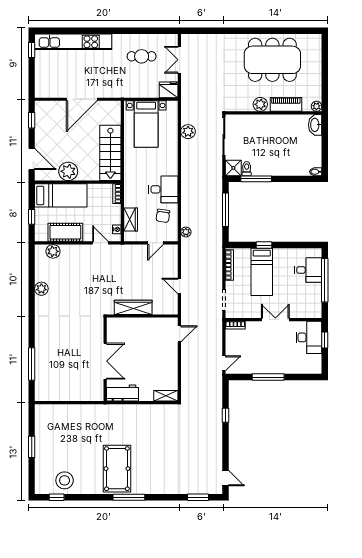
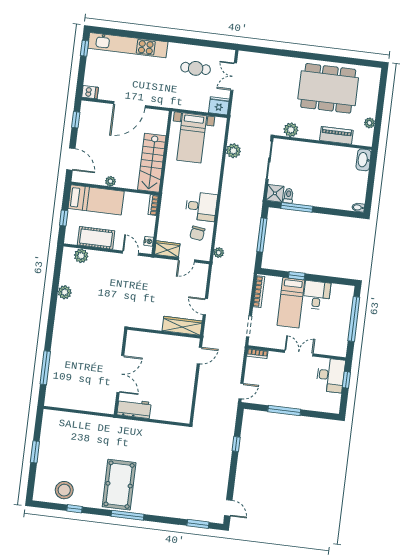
dishwasher: (42, 92) -> (90, 92), added
plant: (260, 104) -> (291, 130), moved
plant: (316, 106) -> (369, 123), moved
plant: (68, 171) -> (110, 181), width x0.53, depth x0.53
wardrobe: (131, 220) -> (167, 249), moved, turned -90
desk: (308, 270) -> (317, 295), moved, turned -90
wardrobe: (133, 307) -> (182, 326), moved
shelving: (166, 396) -> (178, 417), removed
window: (57, 497) -> (74, 509), moved

